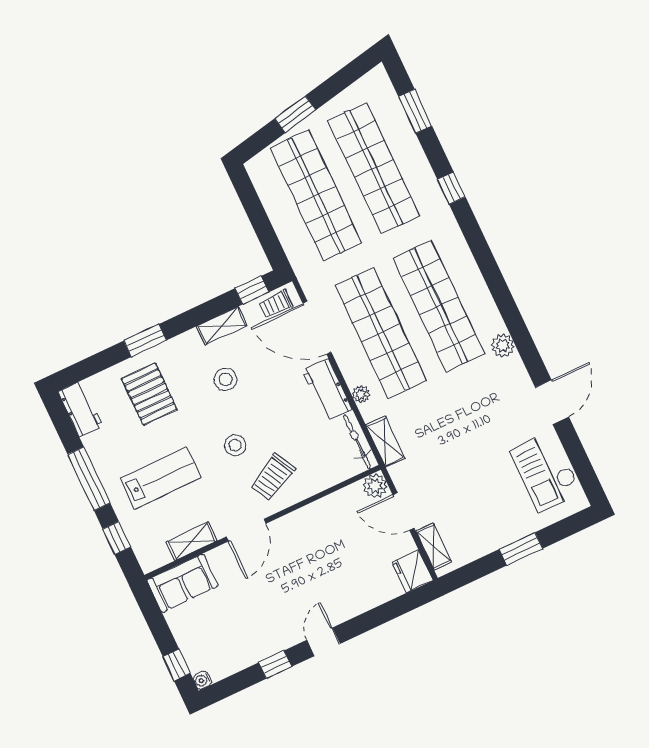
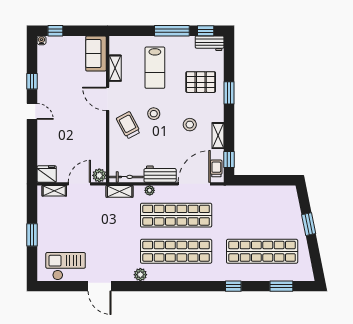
shop shelf: (316, 195) -> (262, 215), removed
window: (117, 538) -> (206, 31), moved

